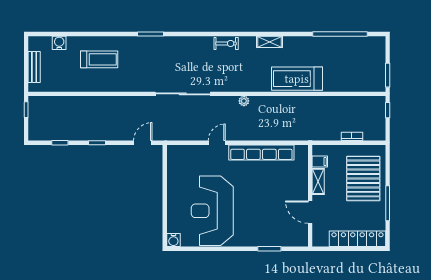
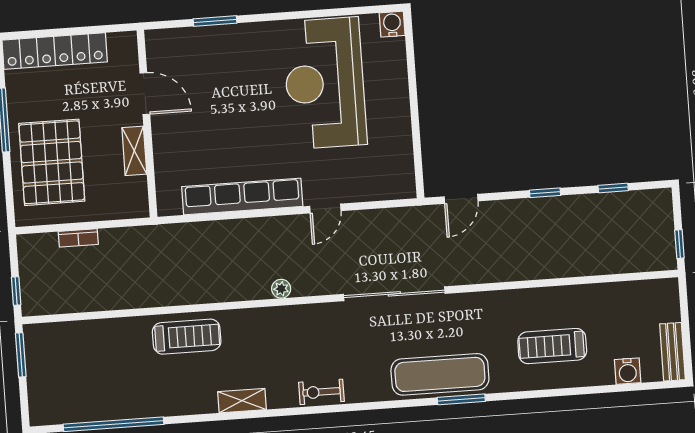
exercise mat: (161, 48) -> (440, 374), added
bench: (34, 67) -> (672, 352), moved
treadmill: (297, 79) -> (187, 337), width x0.73, depth x0.73
filing cabinet: (320, 162) -> (134, 188), removed
reception desk: (212, 211) -> (325, 83), turned 180

